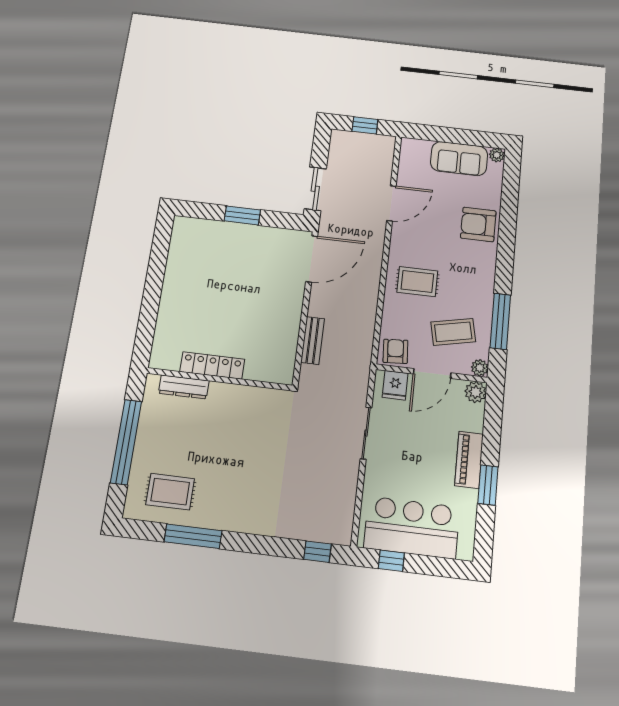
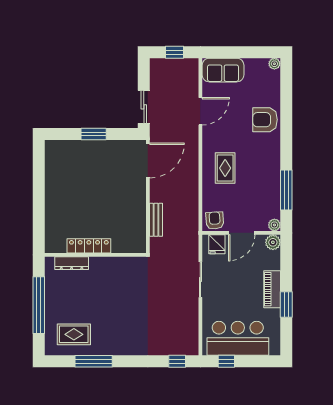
sofa: (459, 159) -> (223, 70), moved
rug: (417, 282) -> (225, 168), turned 90
coffee table: (453, 332) -> (254, 202), removed

